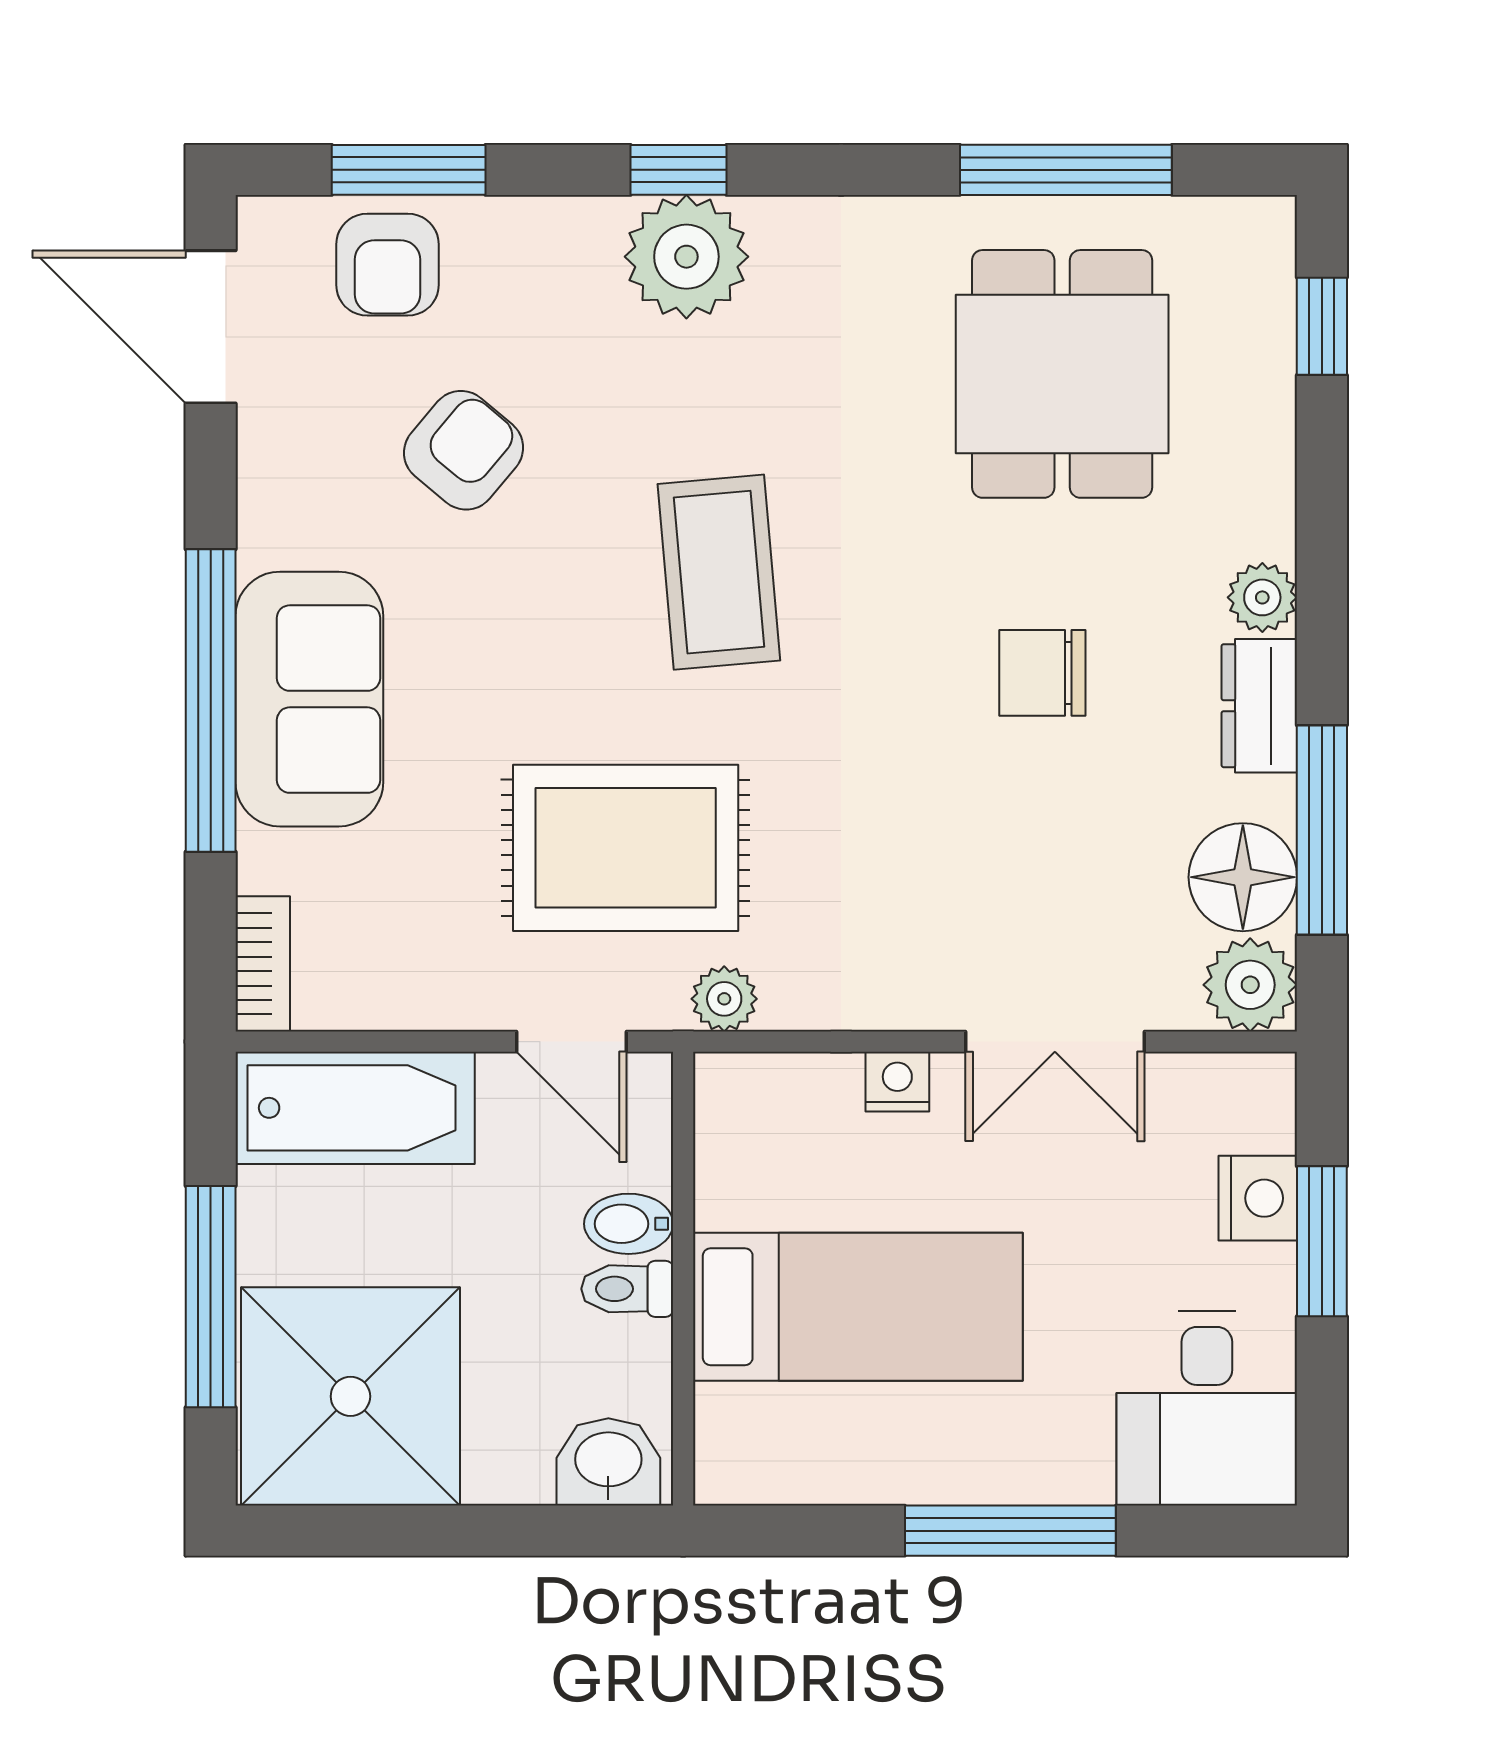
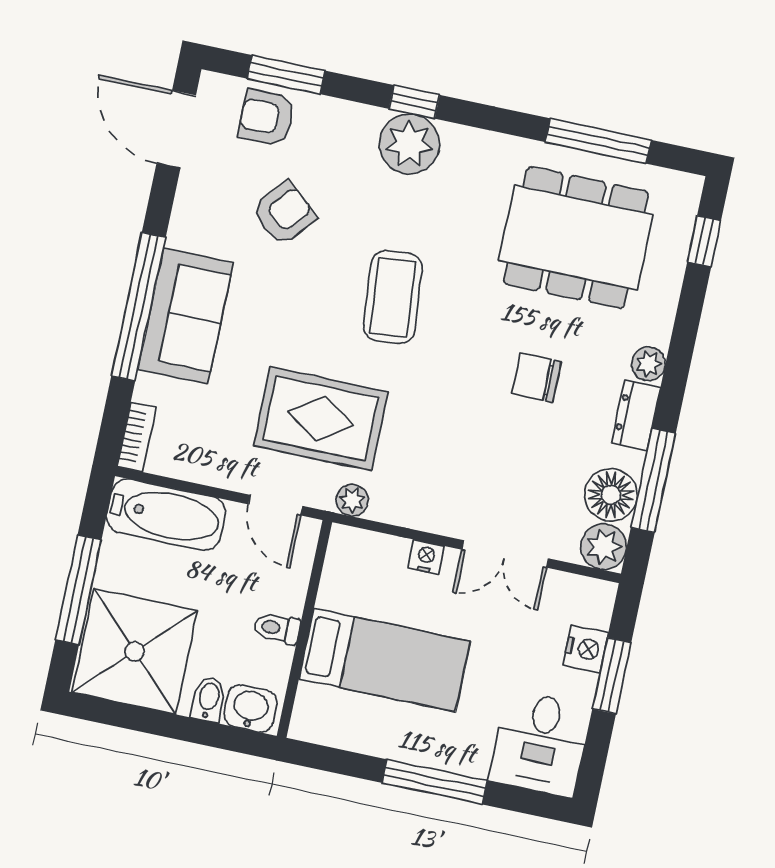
armchair: (387, 265) -> (266, 118), turned 90
dining table: (1062, 374) -> (576, 238), width x1.38
bidet: (629, 1224) -> (209, 699), moved, turned 90

